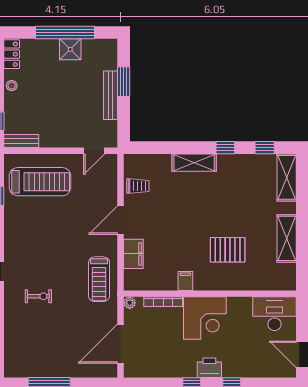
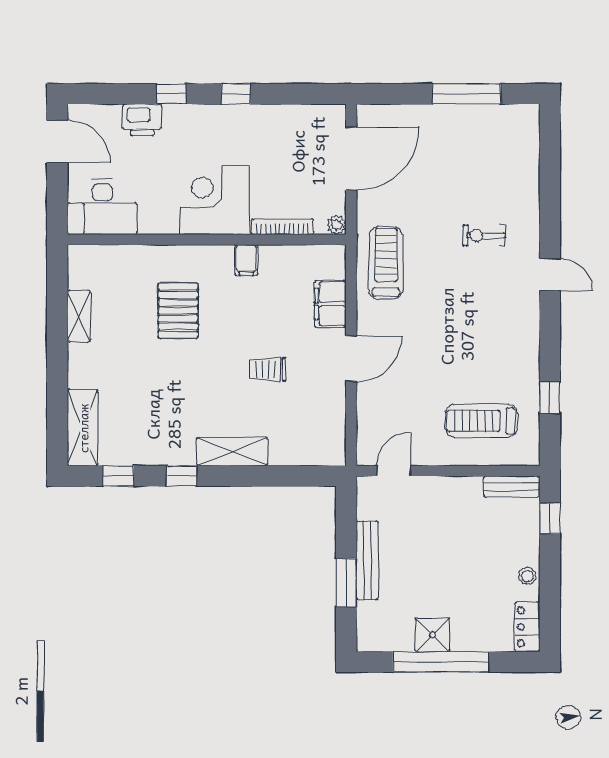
treadmill: (40, 182) -> (481, 421), width x0.73, depth x0.73
trolley: (138, 186) -> (268, 369), moved
shelving: (287, 238) -> (79, 316), width x0.67, depth x0.75
pallet: (228, 250) -> (178, 311), turned 90
printer: (209, 368) -> (142, 120), moved

